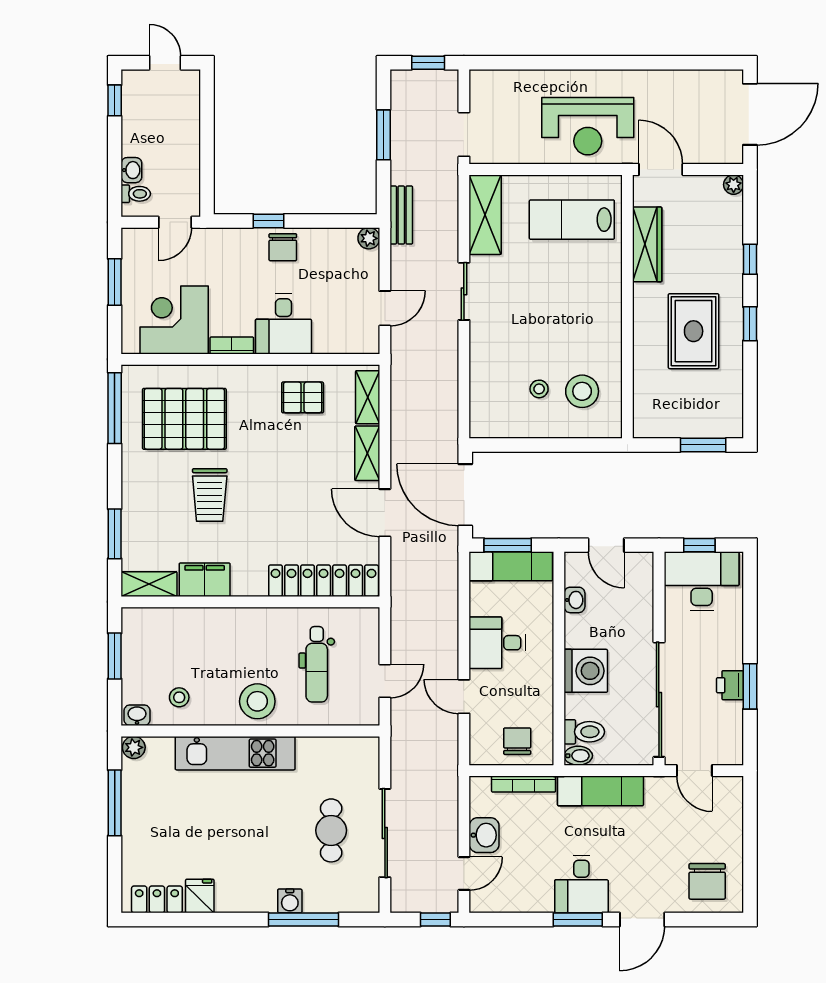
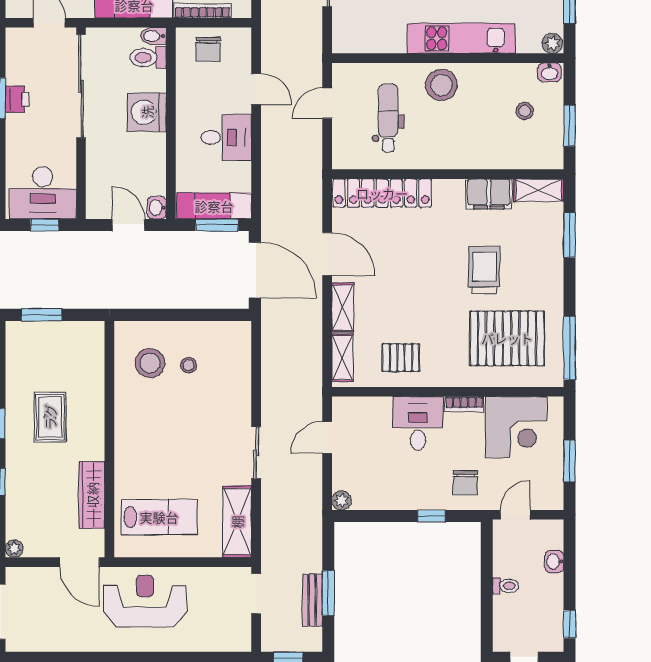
toilet: (136, 194) -> (506, 586), moved, turned 180
bench: (401, 215) -> (312, 600), moved
chair: (283, 247) -> (465, 483), moved, turned 180
rug: (694, 331) -> (50, 417), width x0.73, depth x0.70
washbasin: (574, 600) -> (157, 208), moved
stool: (179, 697) -> (525, 111), moved

